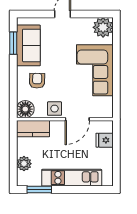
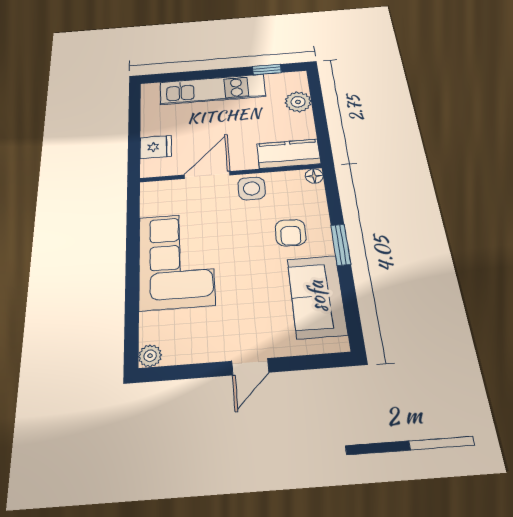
plant: (103, 27) -> (150, 356), width x0.53, depth x0.53
window: (13, 43) -> (341, 245), moved
floor lamp: (25, 109) -> (314, 176), width x0.53, depth x0.53
window: (39, 189) -> (267, 69), width x0.67

